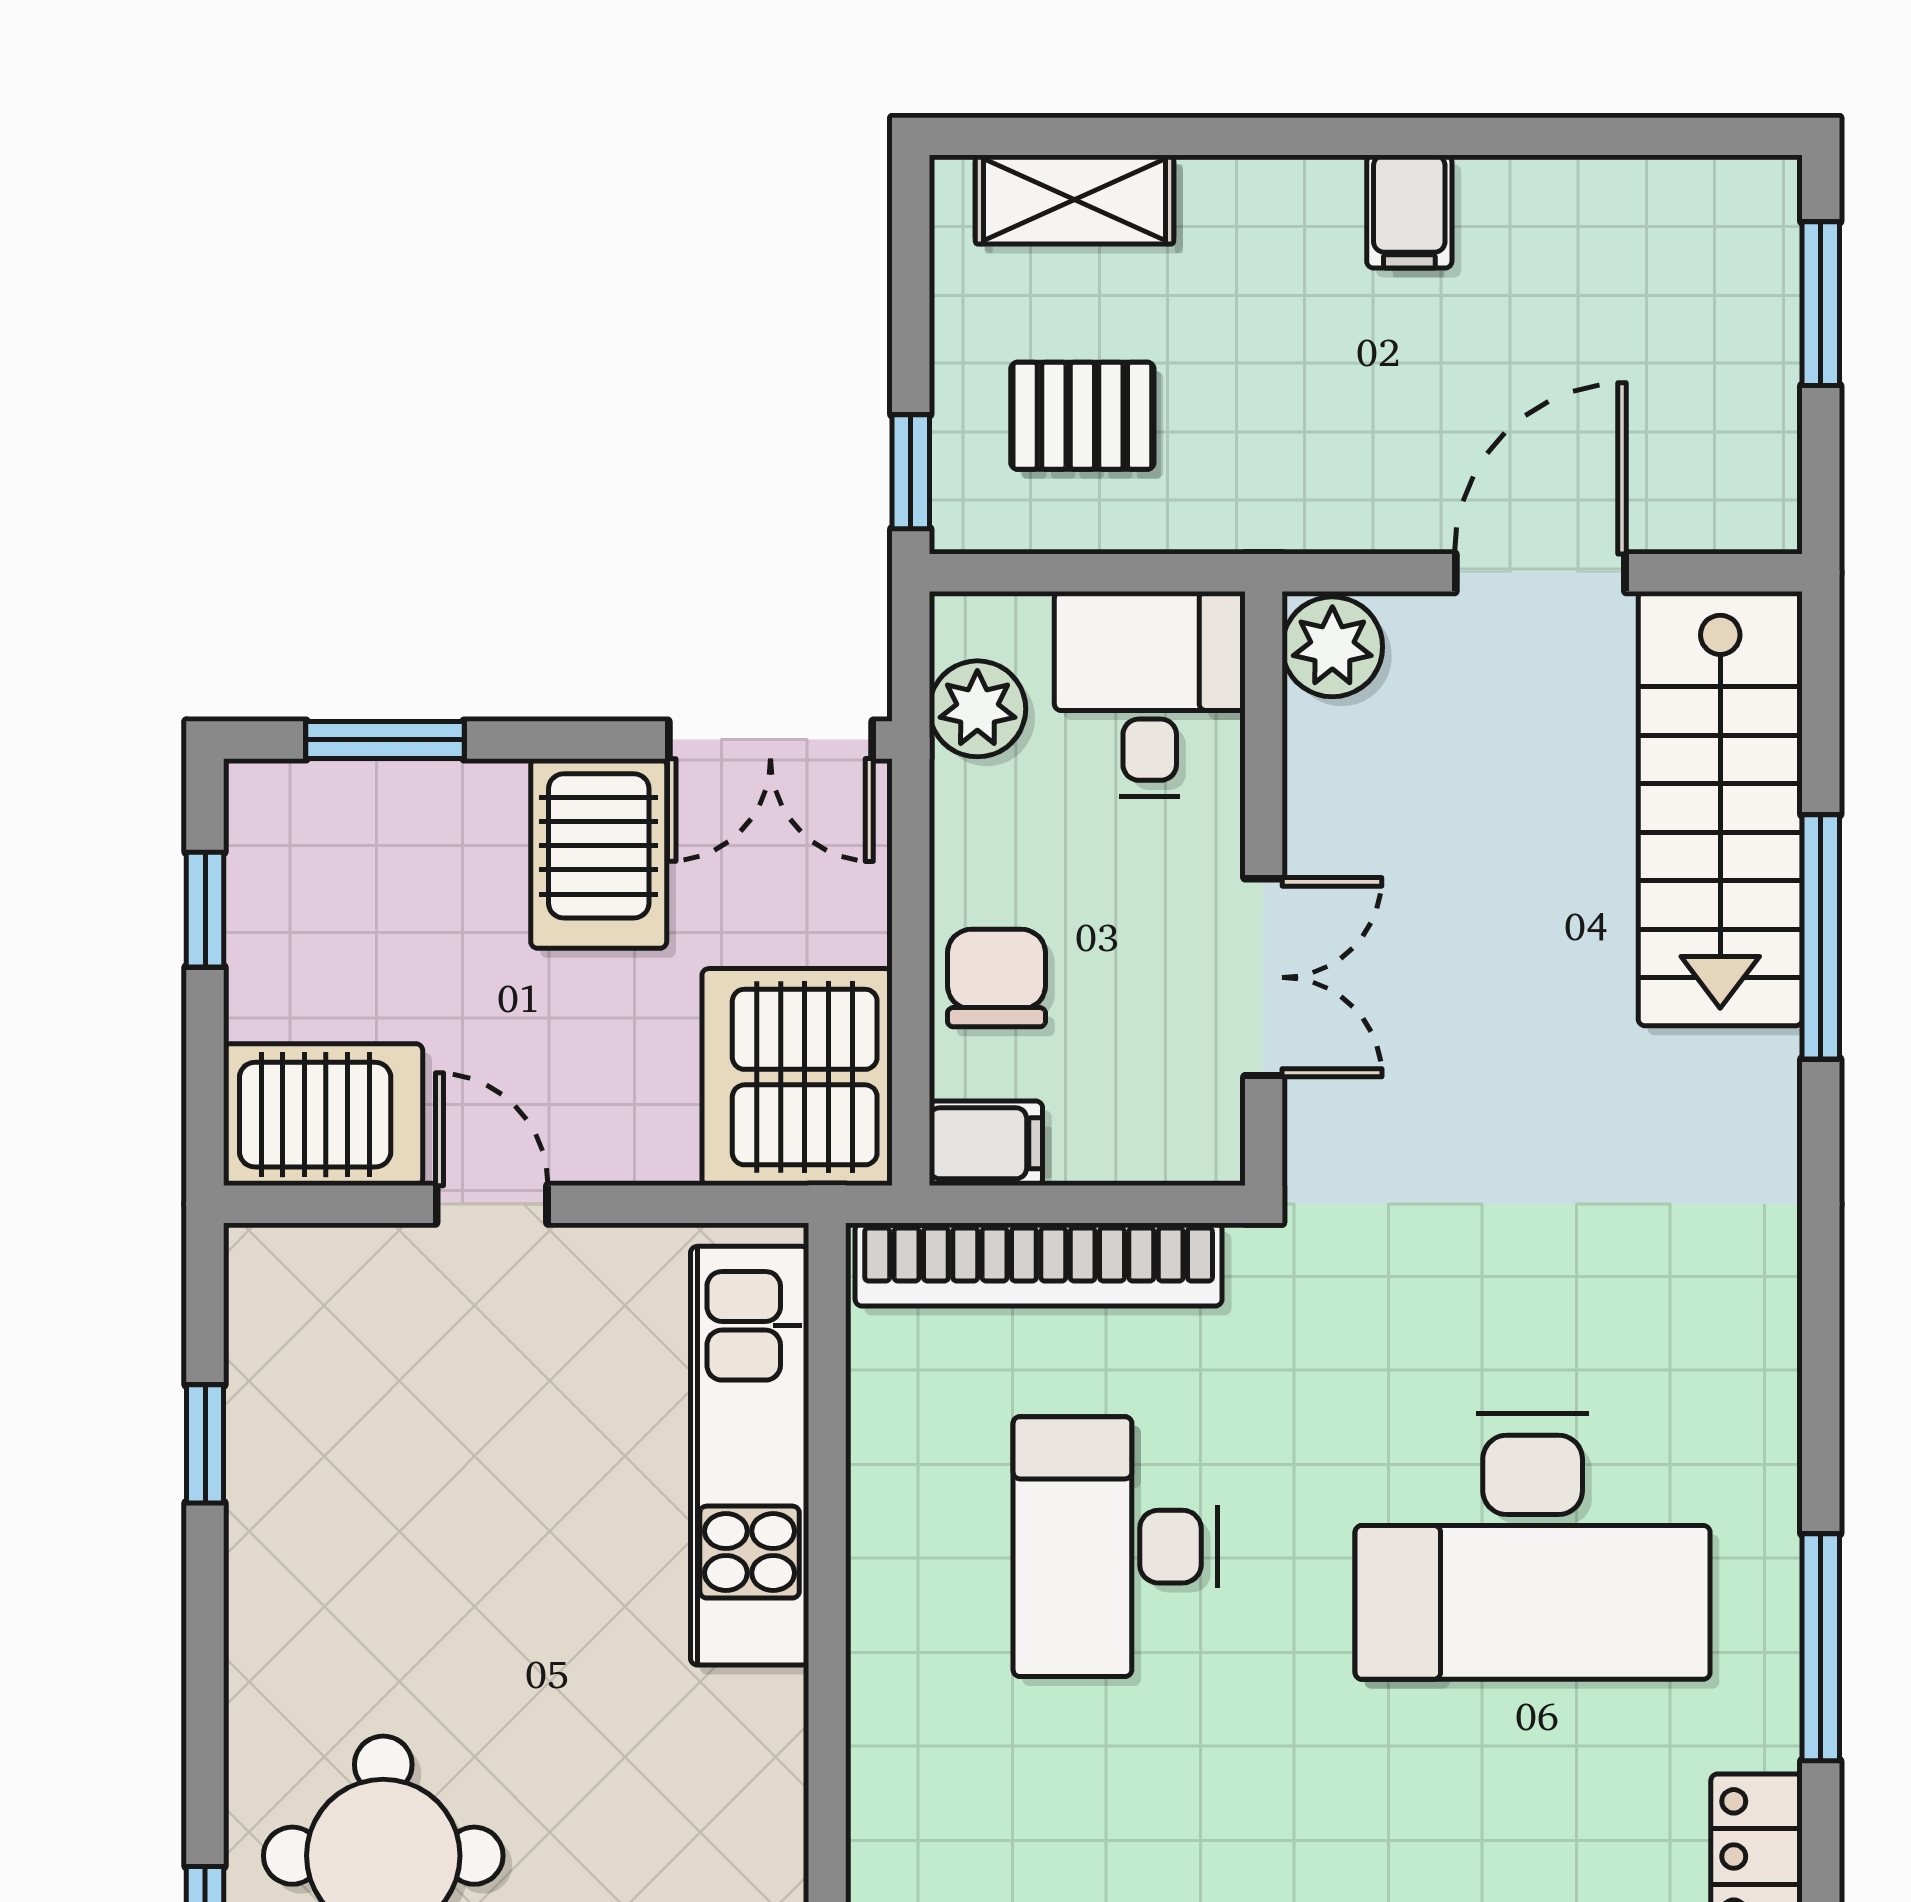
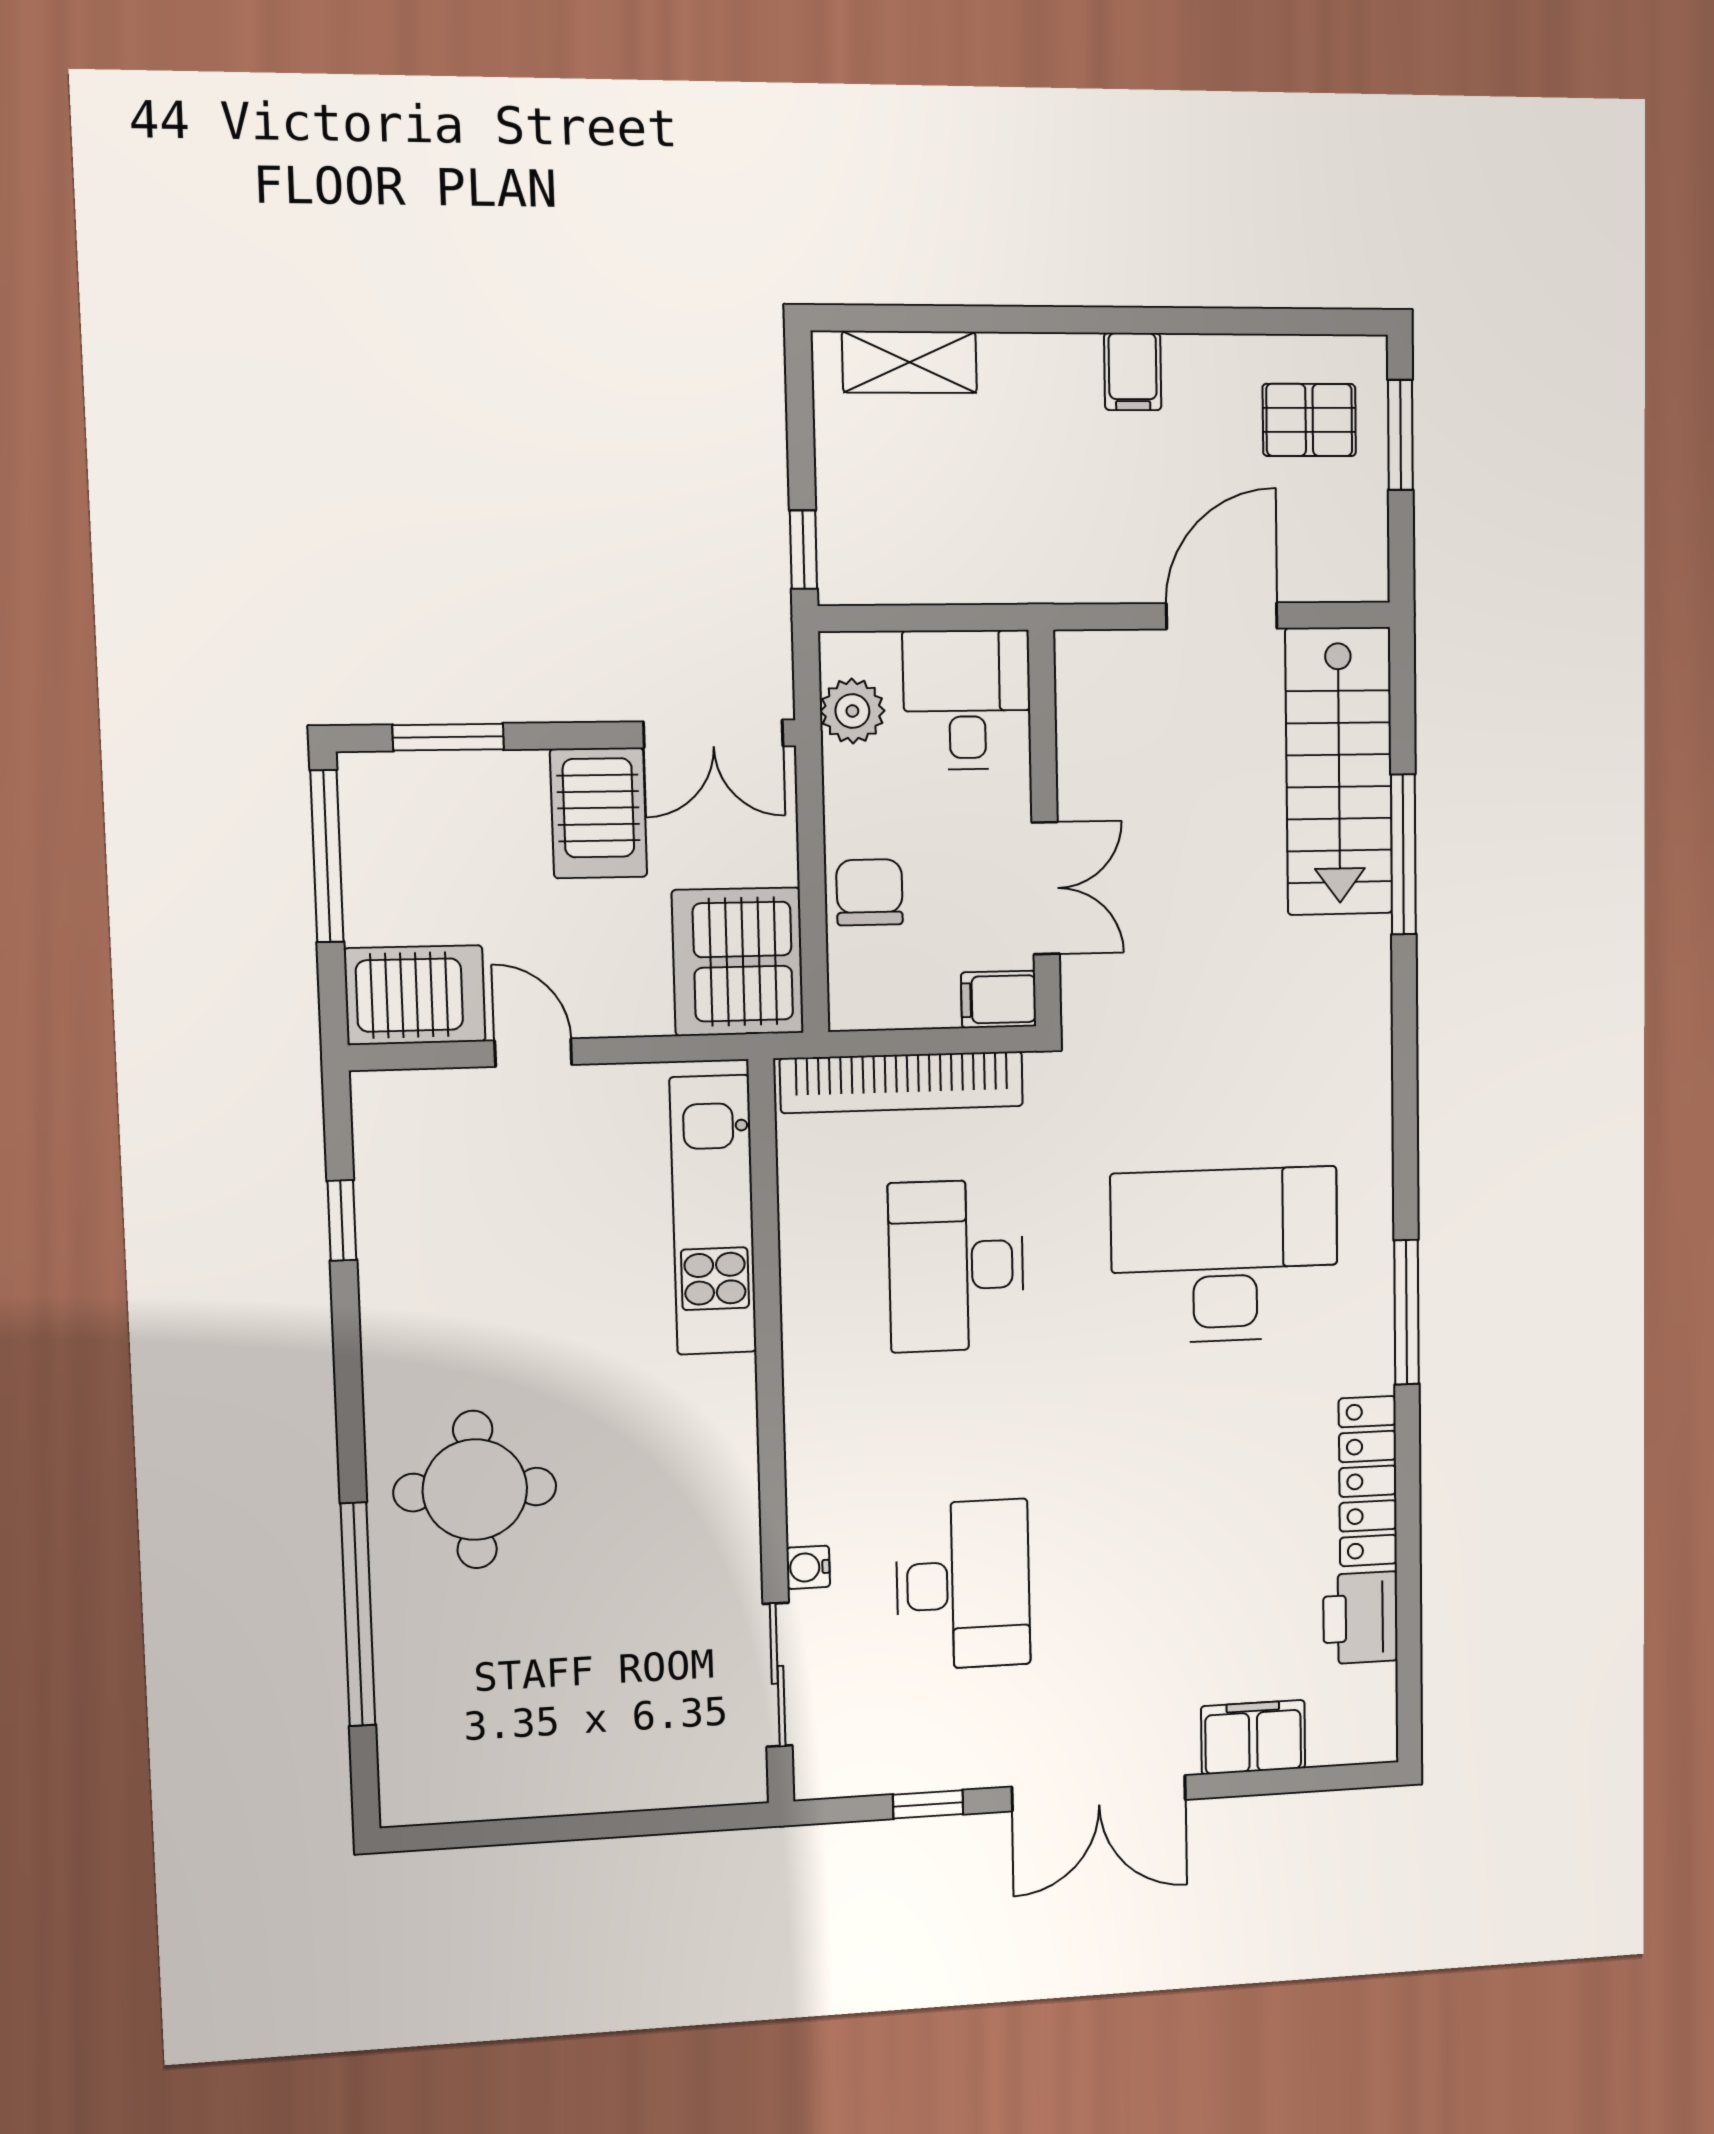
pallet: (1082, 416) -> (1309, 420), moved
plant: (1332, 647) -> (1087, 667), removed
window: (205, 910) -> (327, 856), width x2.17
filing cabinet: (986, 1143) -> (999, 999), moved, turned 180
desk: (1533, 1547) -> (1225, 1255), turned 180

